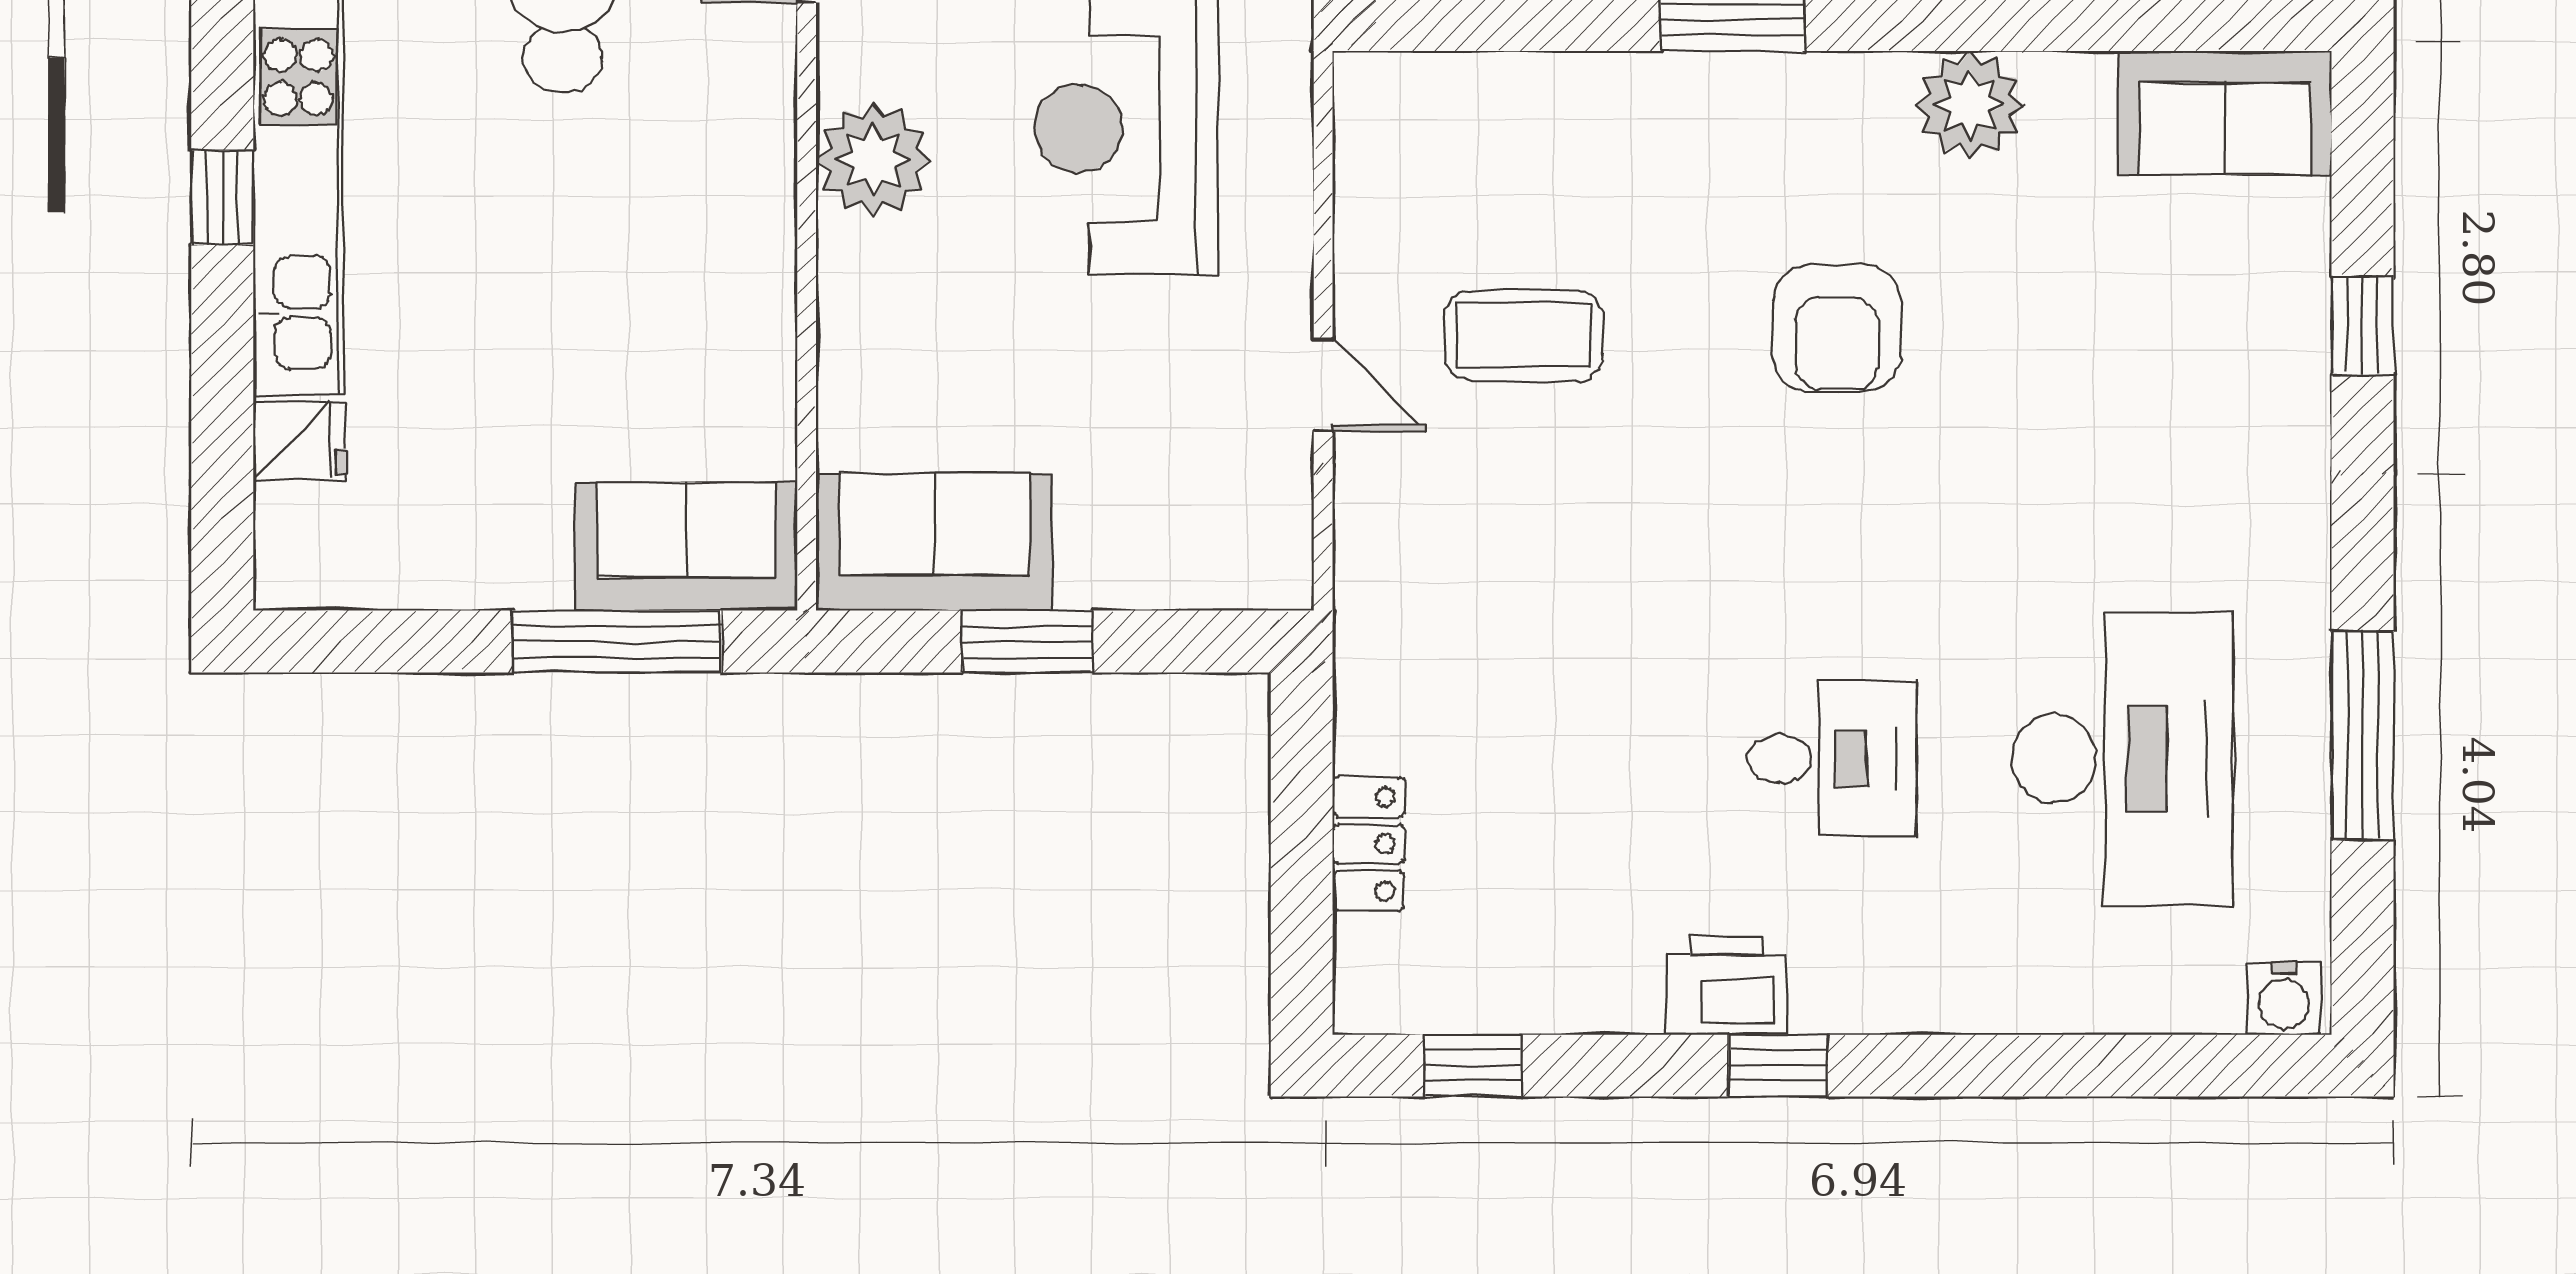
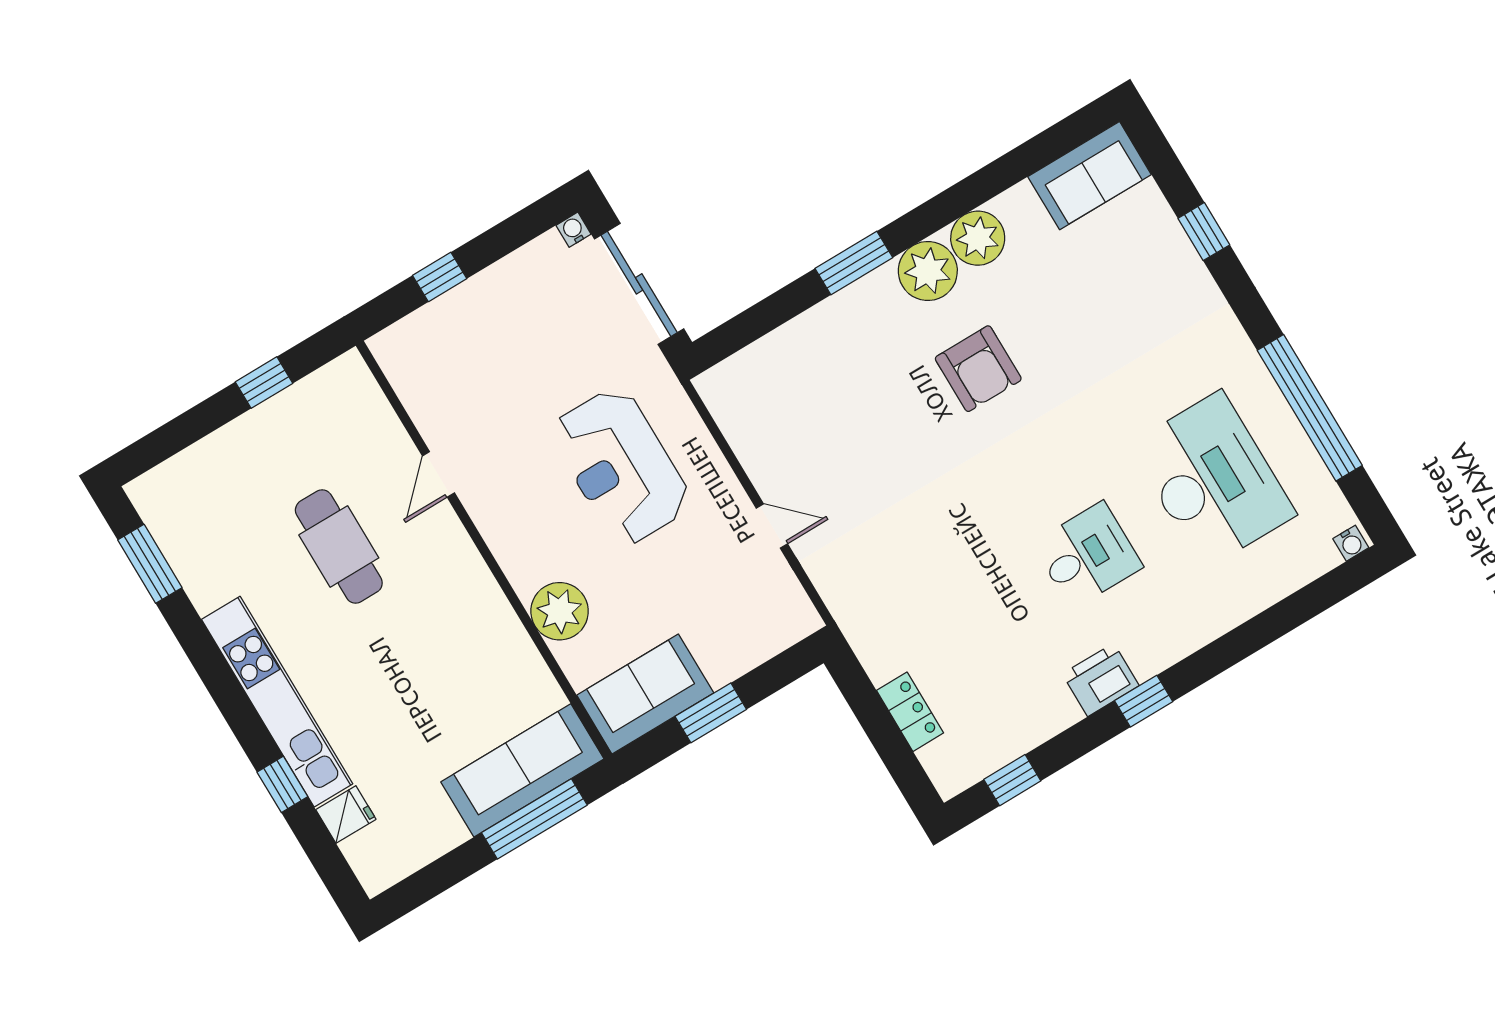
plant: (1851, 110) -> (928, 271), added
plant: (873, 160) -> (560, 611), moved
window: (222, 197) -> (282, 784), moved
coffee table: (1524, 336) -> (846, 453), removed
sofa: (686, 546) -> (522, 770), width x1.36
window: (2363, 735) -> (1310, 408), width x1.46
water cooler: (2284, 998) -> (1351, 543), width x0.72, depth x0.72

